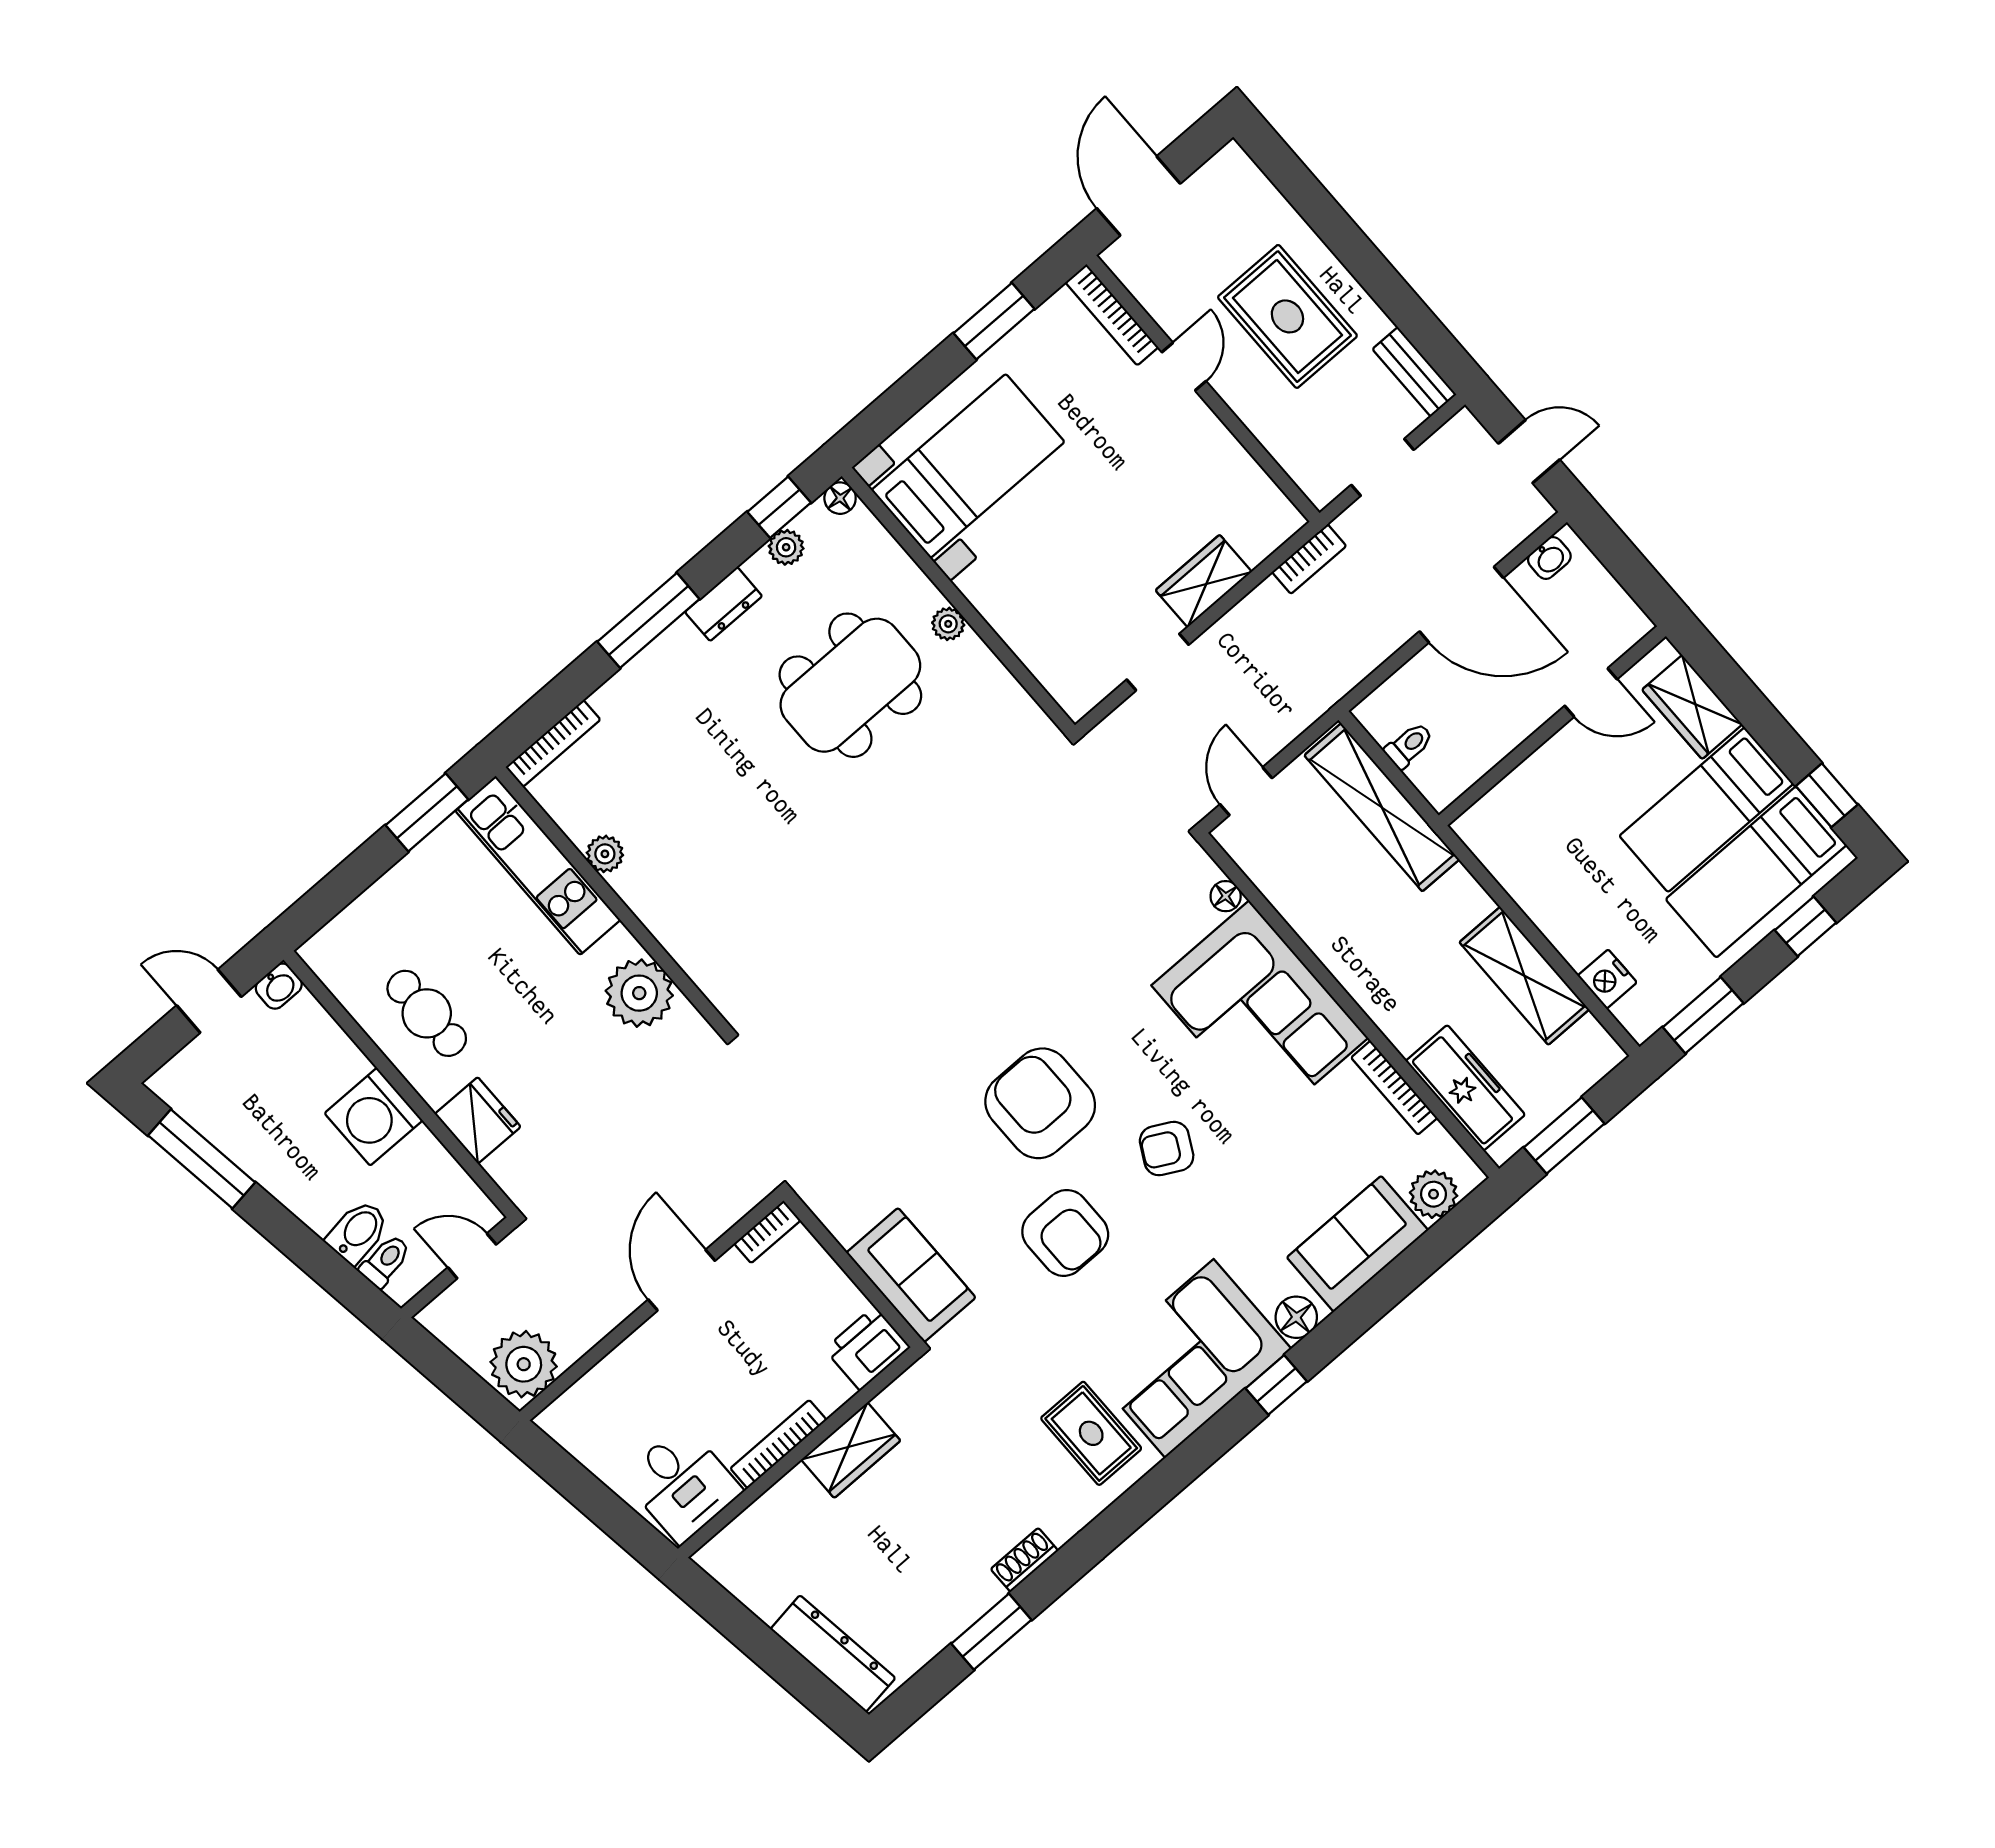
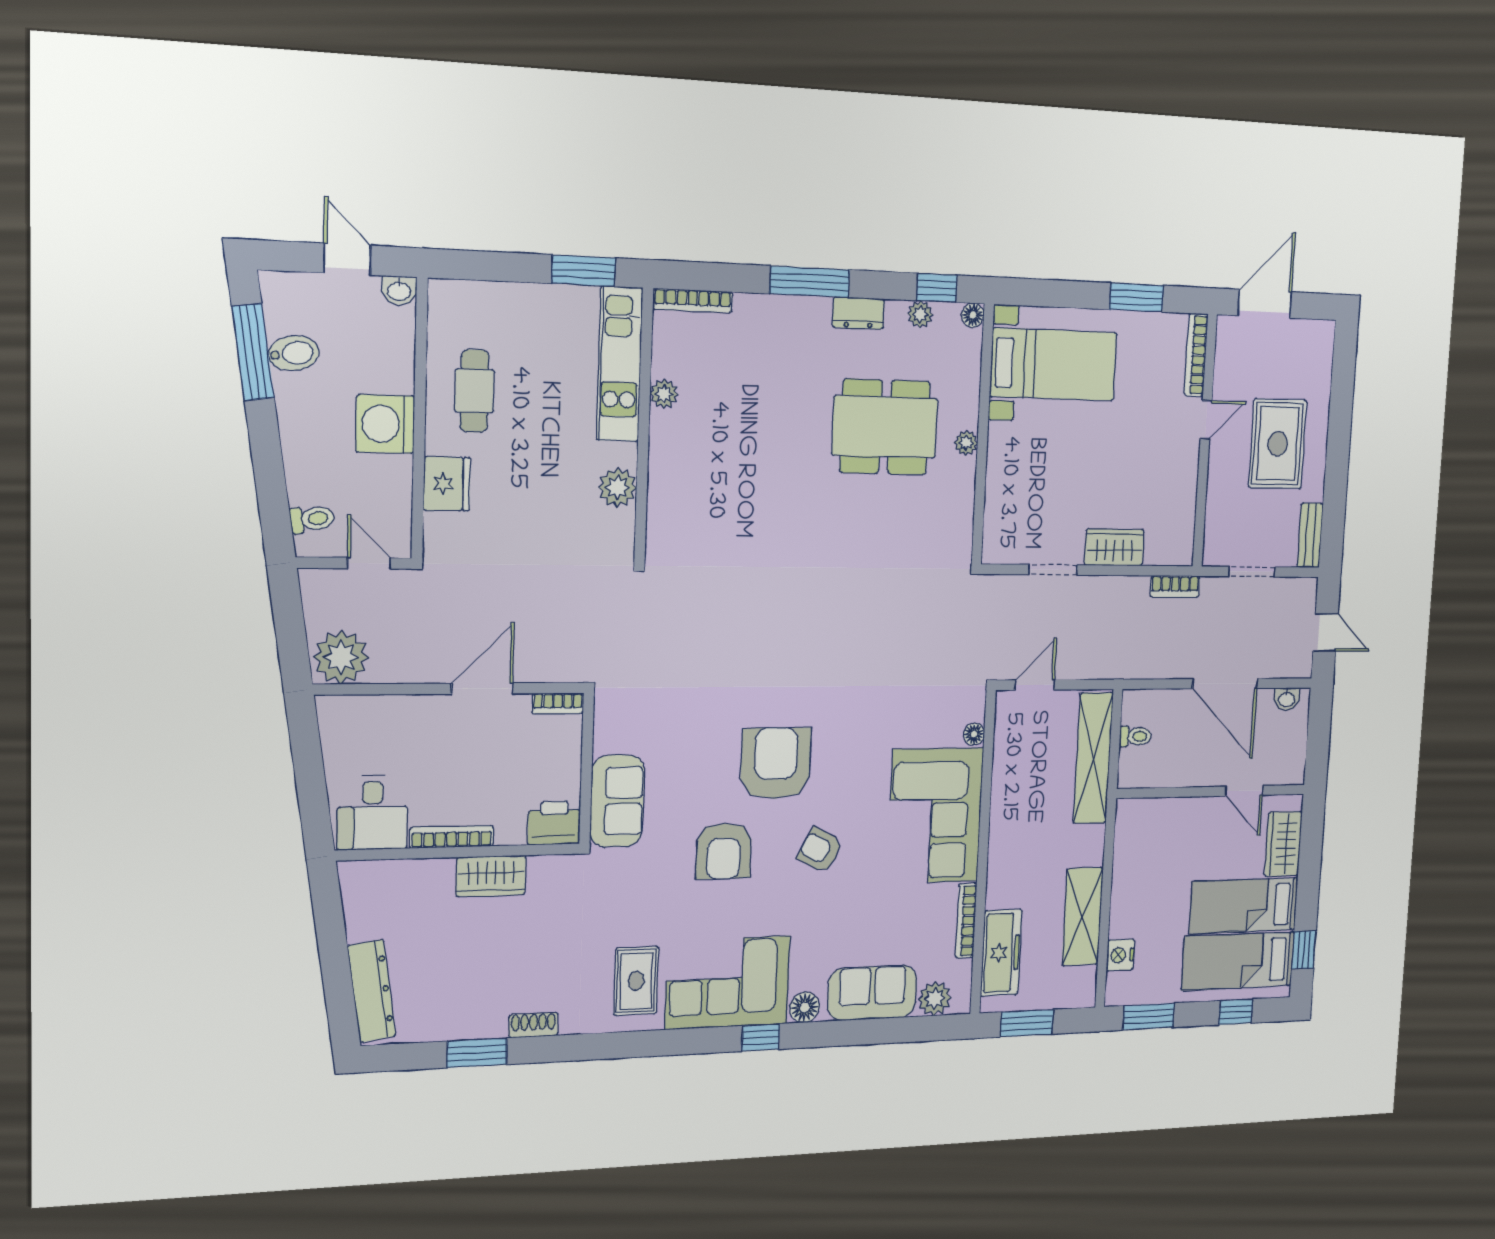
plant: (639, 993) -> (618, 488), width x0.73, depth x0.73
bidet: (358, 1232) -> (294, 353), moved

